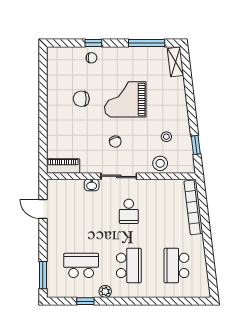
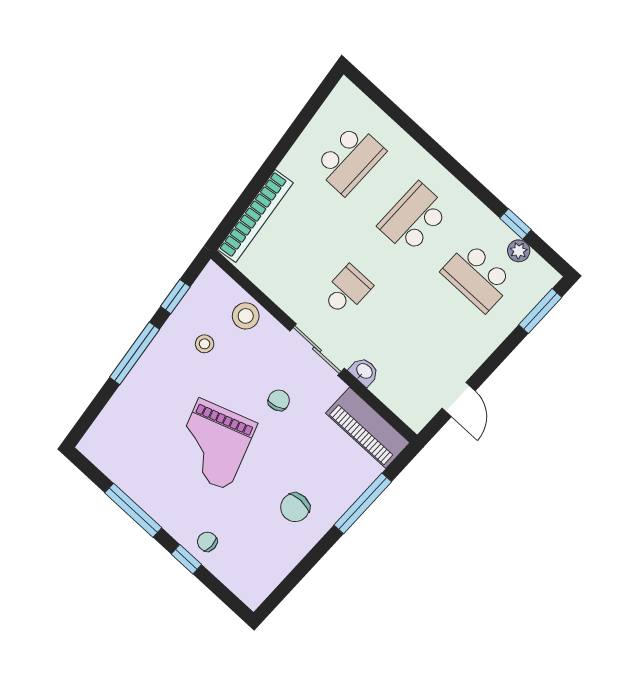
window: (147, 43) -> (133, 510), moved
shelving: (176, 62) -> (100, 432), removed
chair: (81, 99) -> (295, 507), moved, turned 90
grand piano: (125, 99) -> (213, 444), turned 71
window: (191, 107) -> (134, 353), added
window: (43, 131) -> (363, 503), added
piano: (63, 166) -> (368, 428), width x1.37, depth x1.33
plant: (105, 291) -> (519, 251), moved

